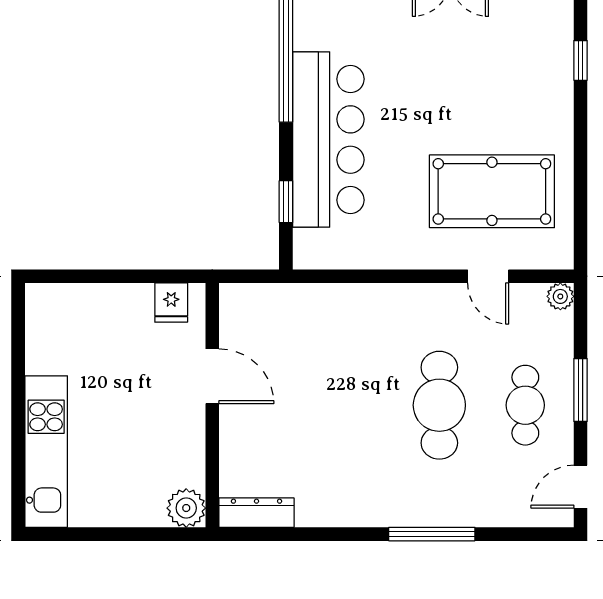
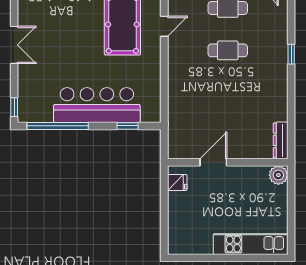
cafe table: (439, 405) -> (228, 50), width x0.73, depth x0.74
window: (432, 534) -> (291, 54), width x0.46

